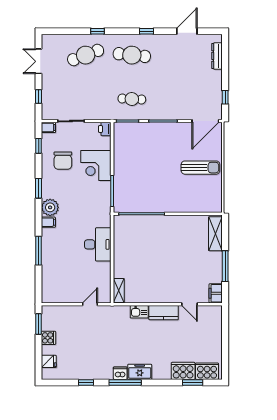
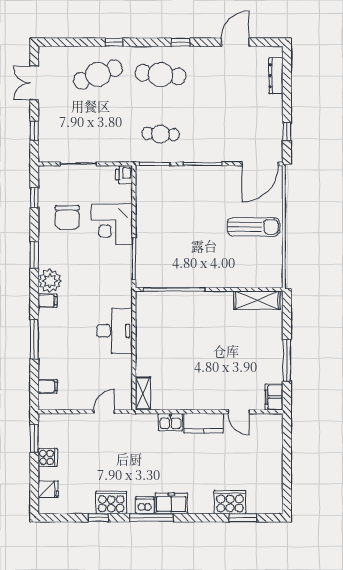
filing cabinet: (48, 127) -> (48, 386), moved
shelving: (215, 234) -> (257, 300), moved, turned 90
cooker: (207, 371) -> (111, 502), moved

